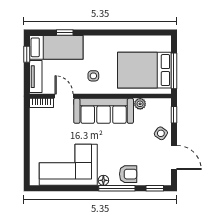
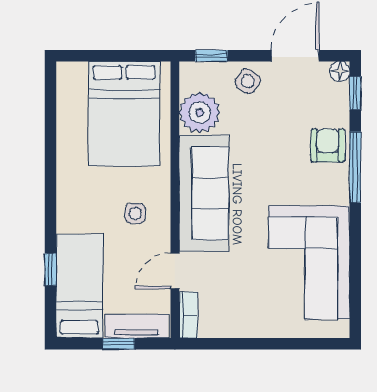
window: (27, 54) -> (119, 344), moved
window: (174, 71) -> (126, 56), removed
plant: (140, 104) -> (200, 112), width x1.88, depth x1.88
floor lamp: (103, 180) -> (340, 71), moved

